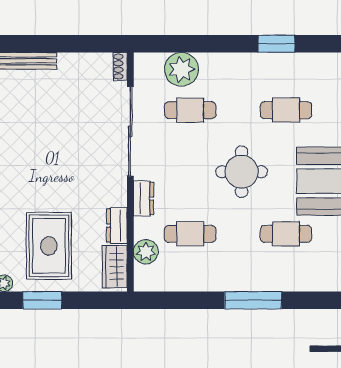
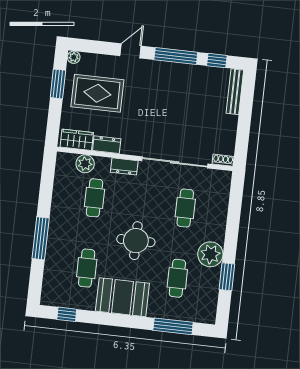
plant: (181, 69) -> (210, 254), moved

